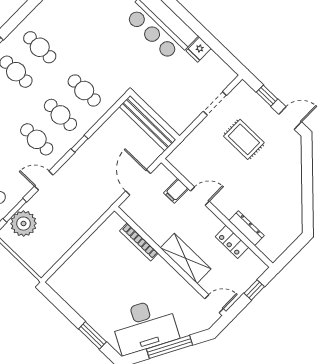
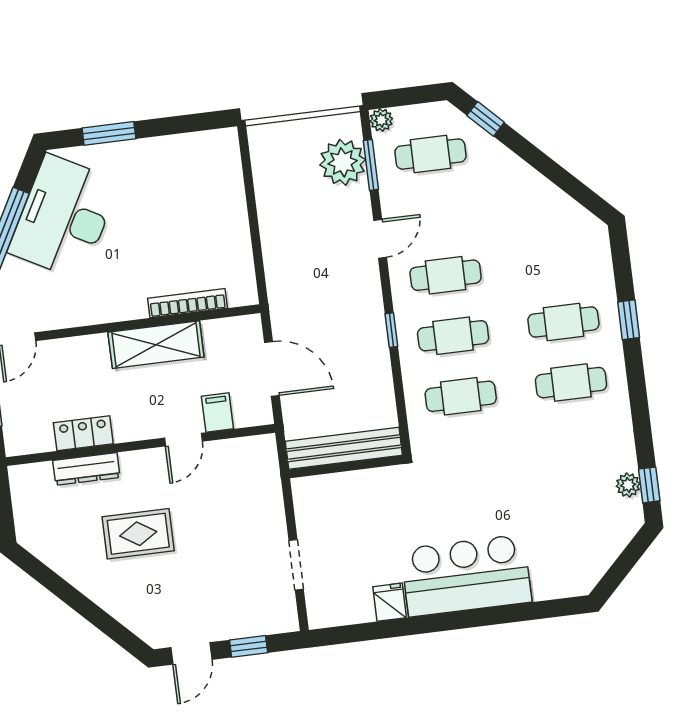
rug: (244, 139) -> (138, 534), moved
shelving: (186, 258) -> (156, 345), moved

